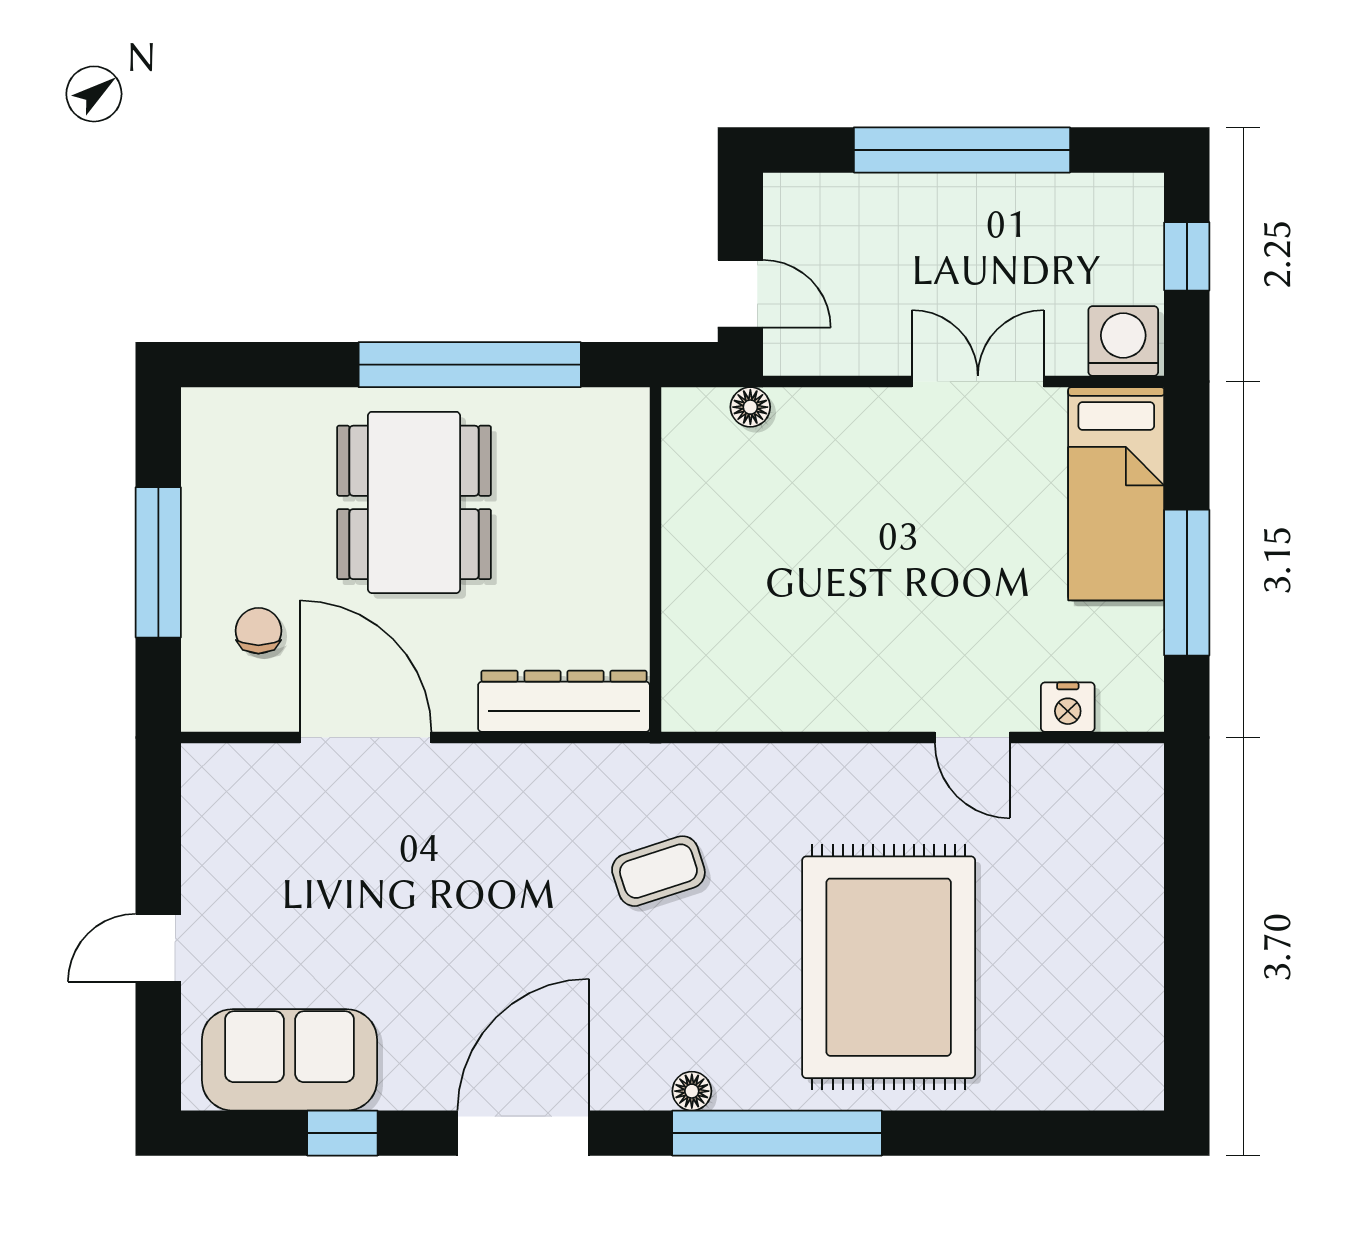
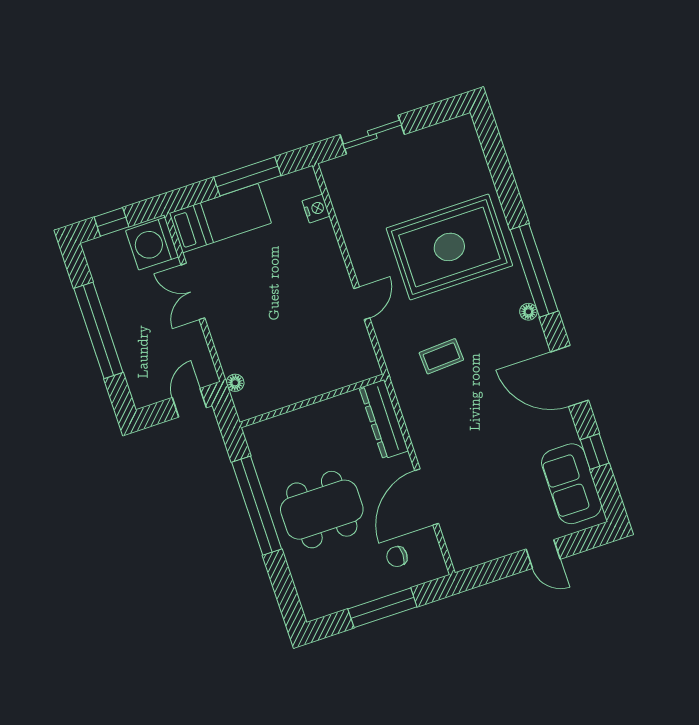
washing machine: (1123, 341) -> (152, 244), width x1.37, depth x1.37
door: (972, 738) -> (362, 303), moved
coffee table: (658, 871) -> (441, 356), turned -75
sliding door: (1187, 882) -> (372, 135), added

